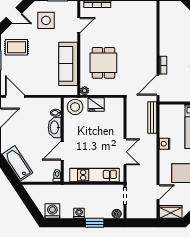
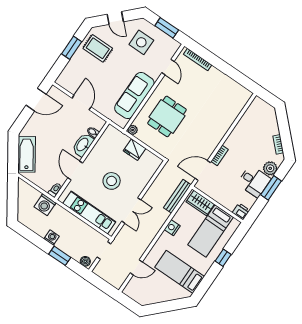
door: (79, 25) -> (168, 67), hinge flipped
door: (15, 96) -> (82, 103), moved
stool: (75, 107) -> (112, 181), moved
door: (62, 151) -> (75, 170), hinge flipped
washing machine: (52, 211) -> (45, 205), moved, turned 180
wardrobe: (171, 212) -> (200, 203), moved, turned 180

